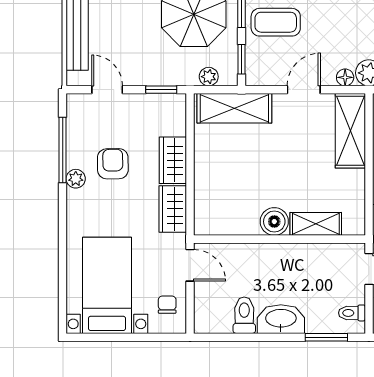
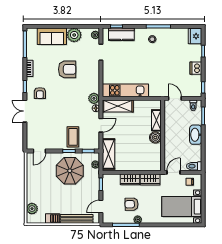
door: (304, 90) -> (101, 125), swing flipped
toilet: (244, 315) -> (194, 166), moved

